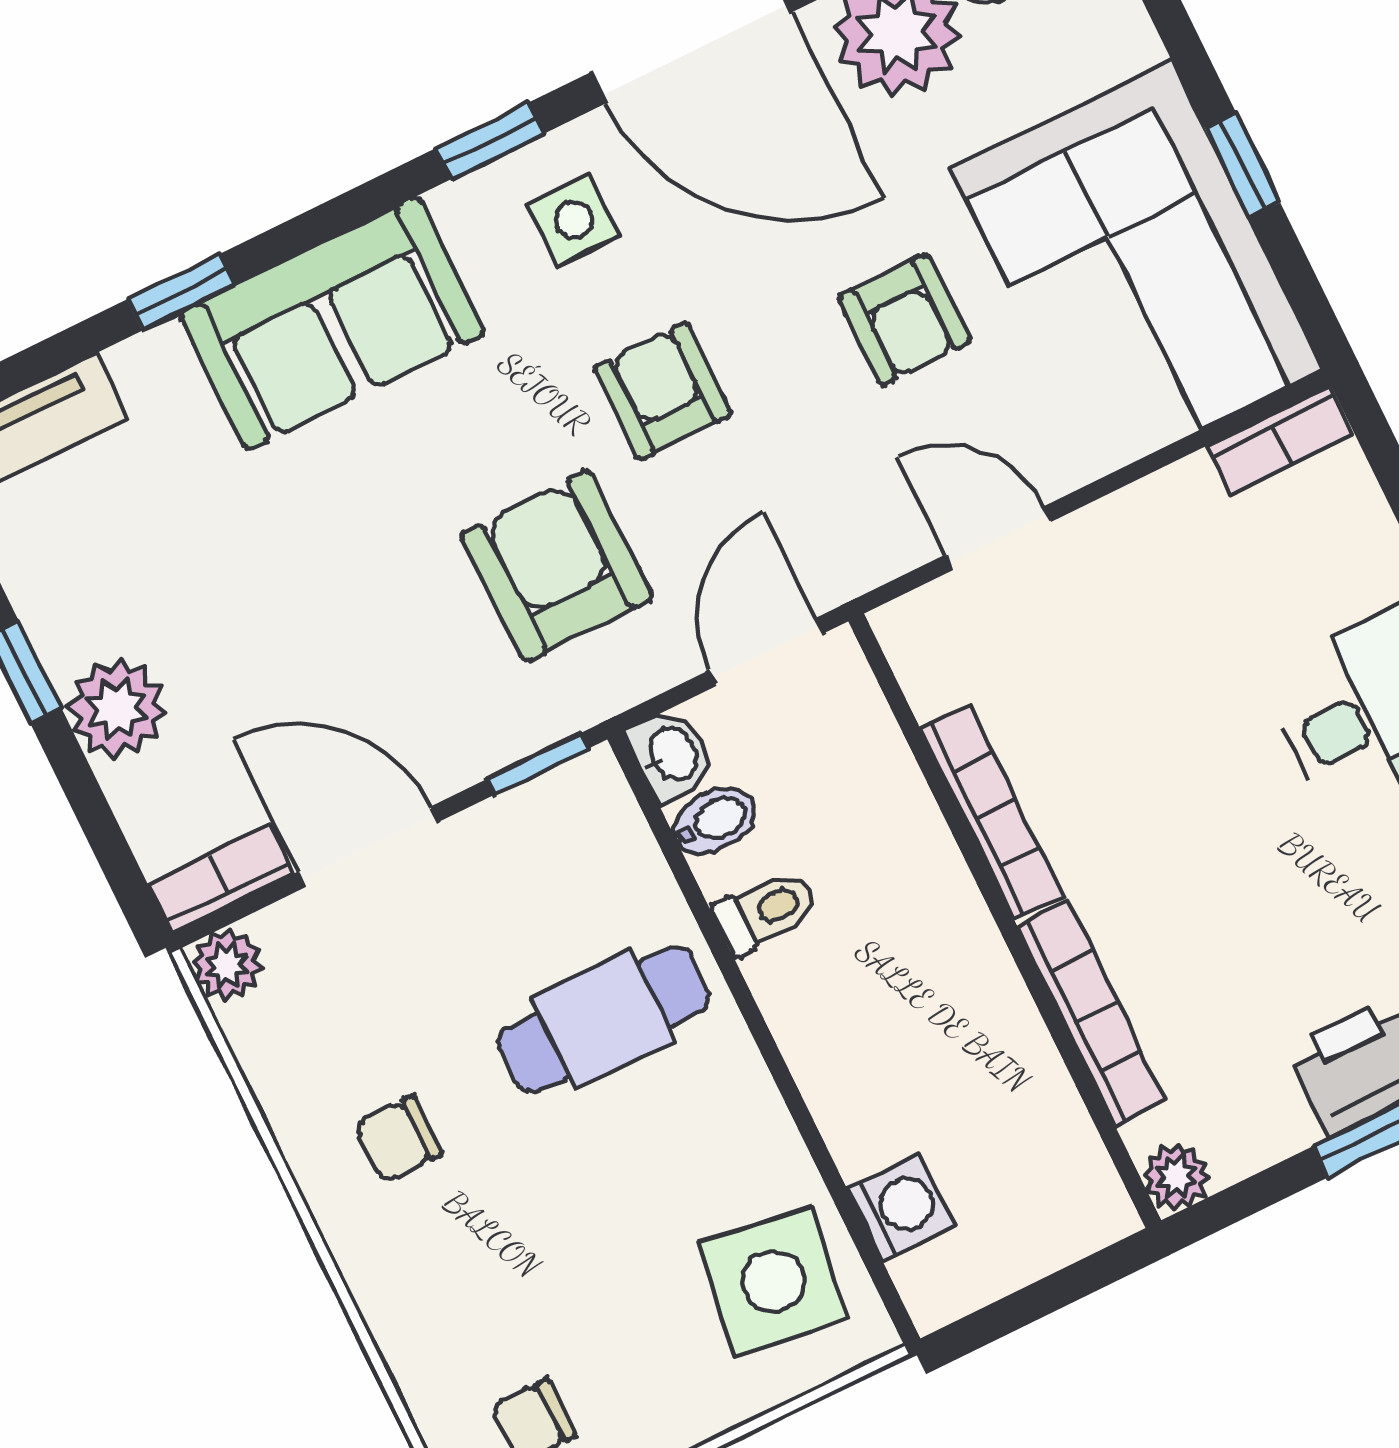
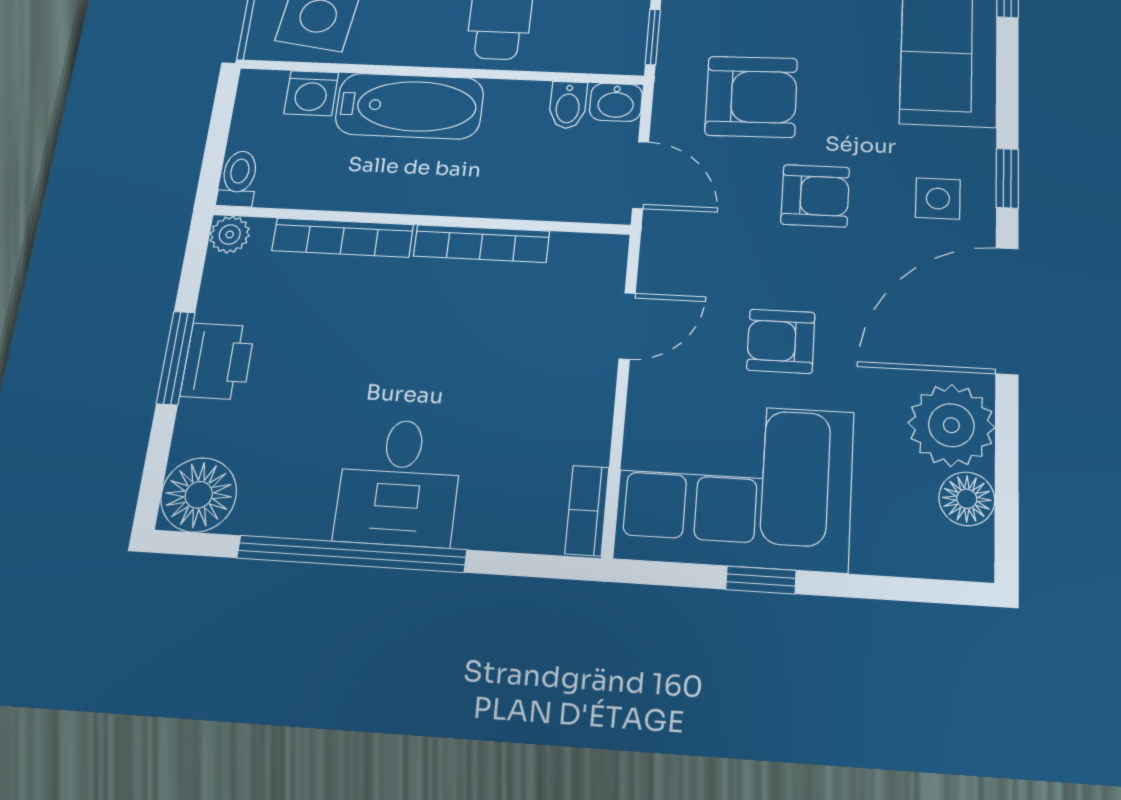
toilet: (766, 911) -> (238, 179), moved, turned 180
bathtub: (842, 1050) -> (409, 106), added

